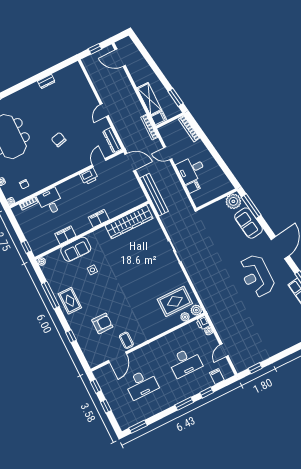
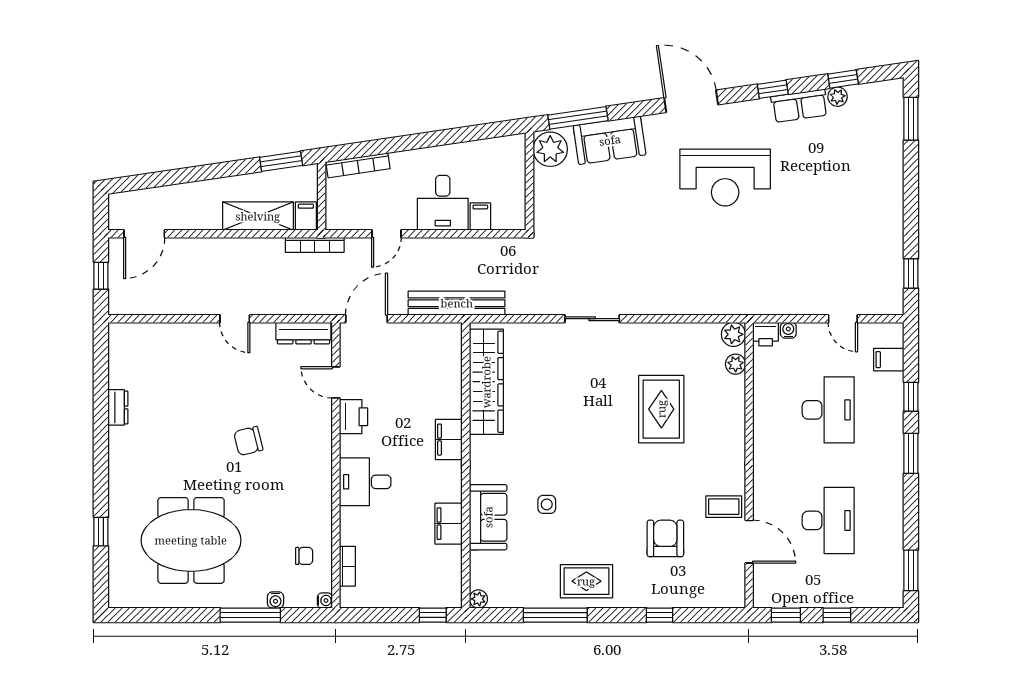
desk: (50, 201) -> (365, 482), moved
rug: (175, 301) -> (661, 409), moved

